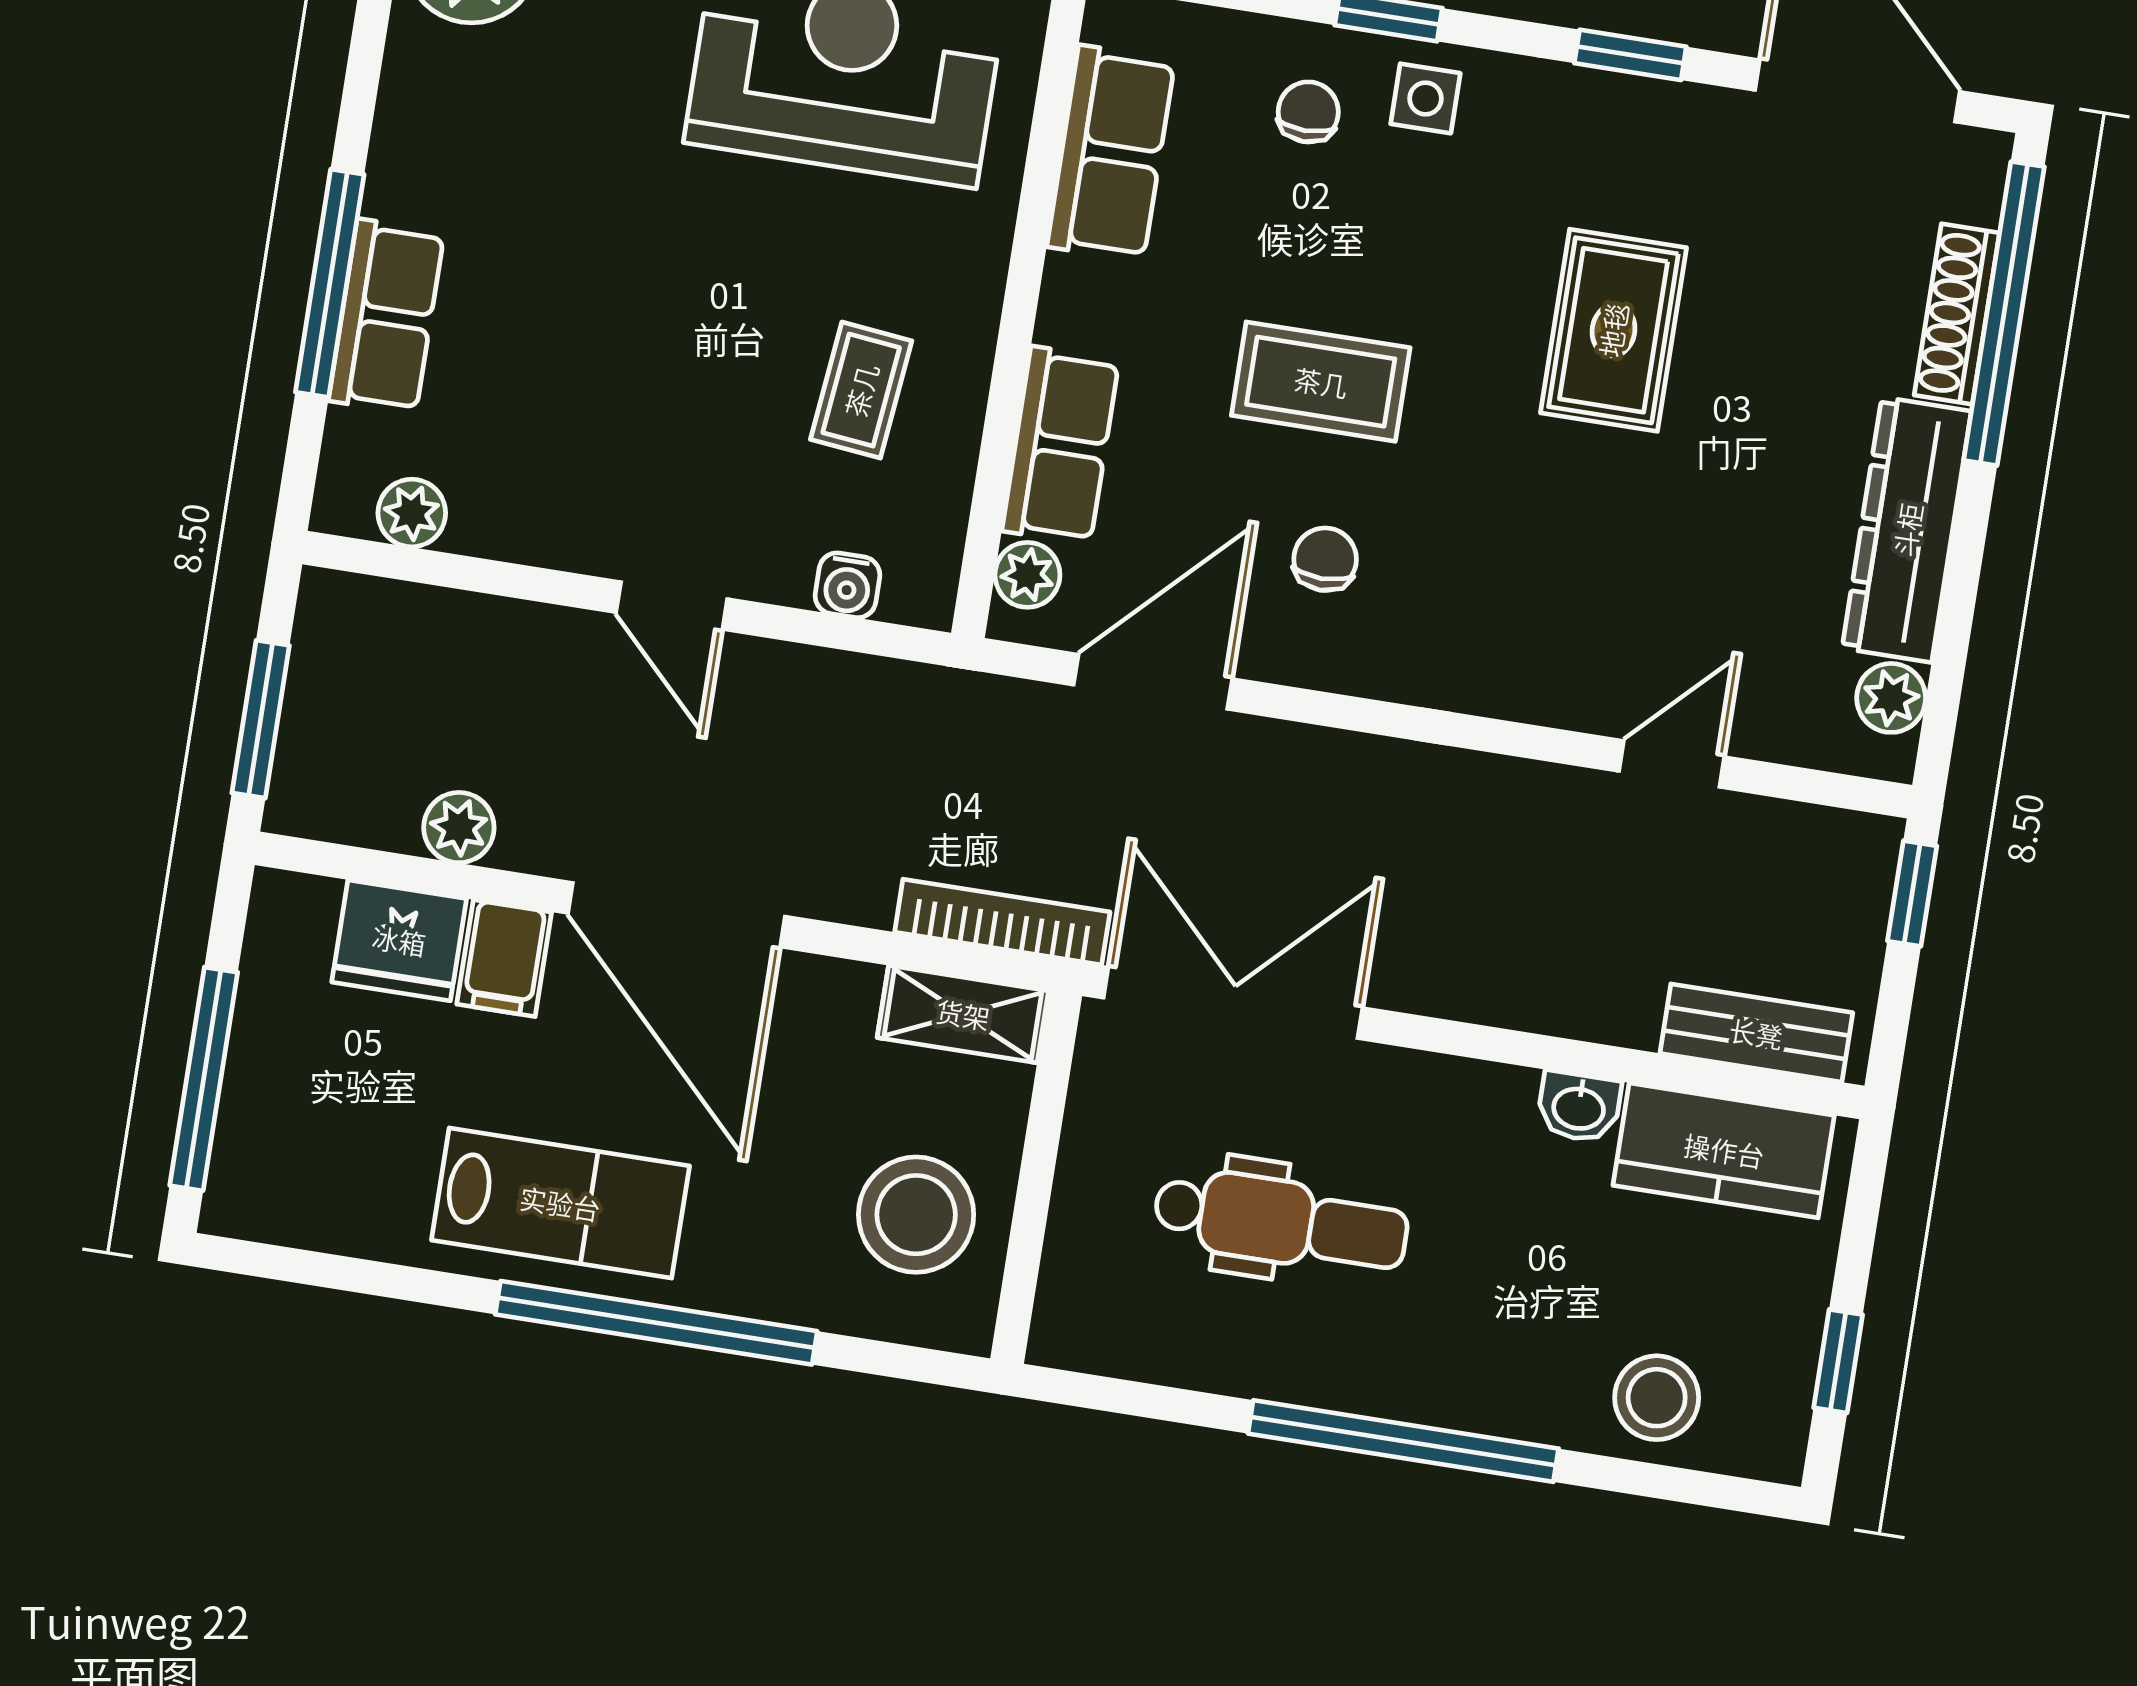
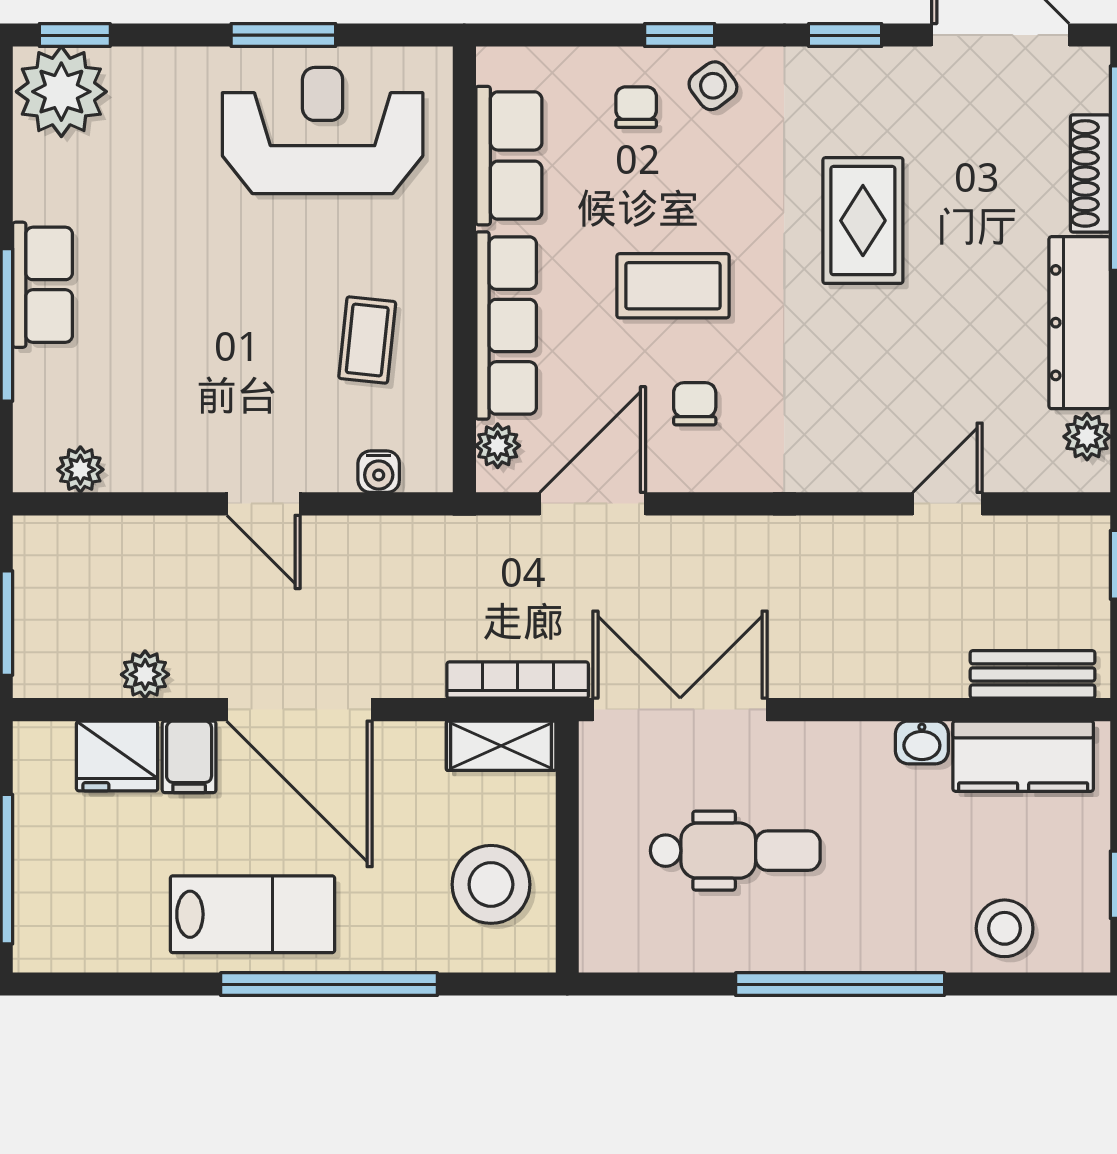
side table: (1425, 98) -> (713, 86), turned -37
row of seats: (386, 316) -> (43, 285), moved
row of seats: (1061, 445) -> (506, 325), width x1.48

